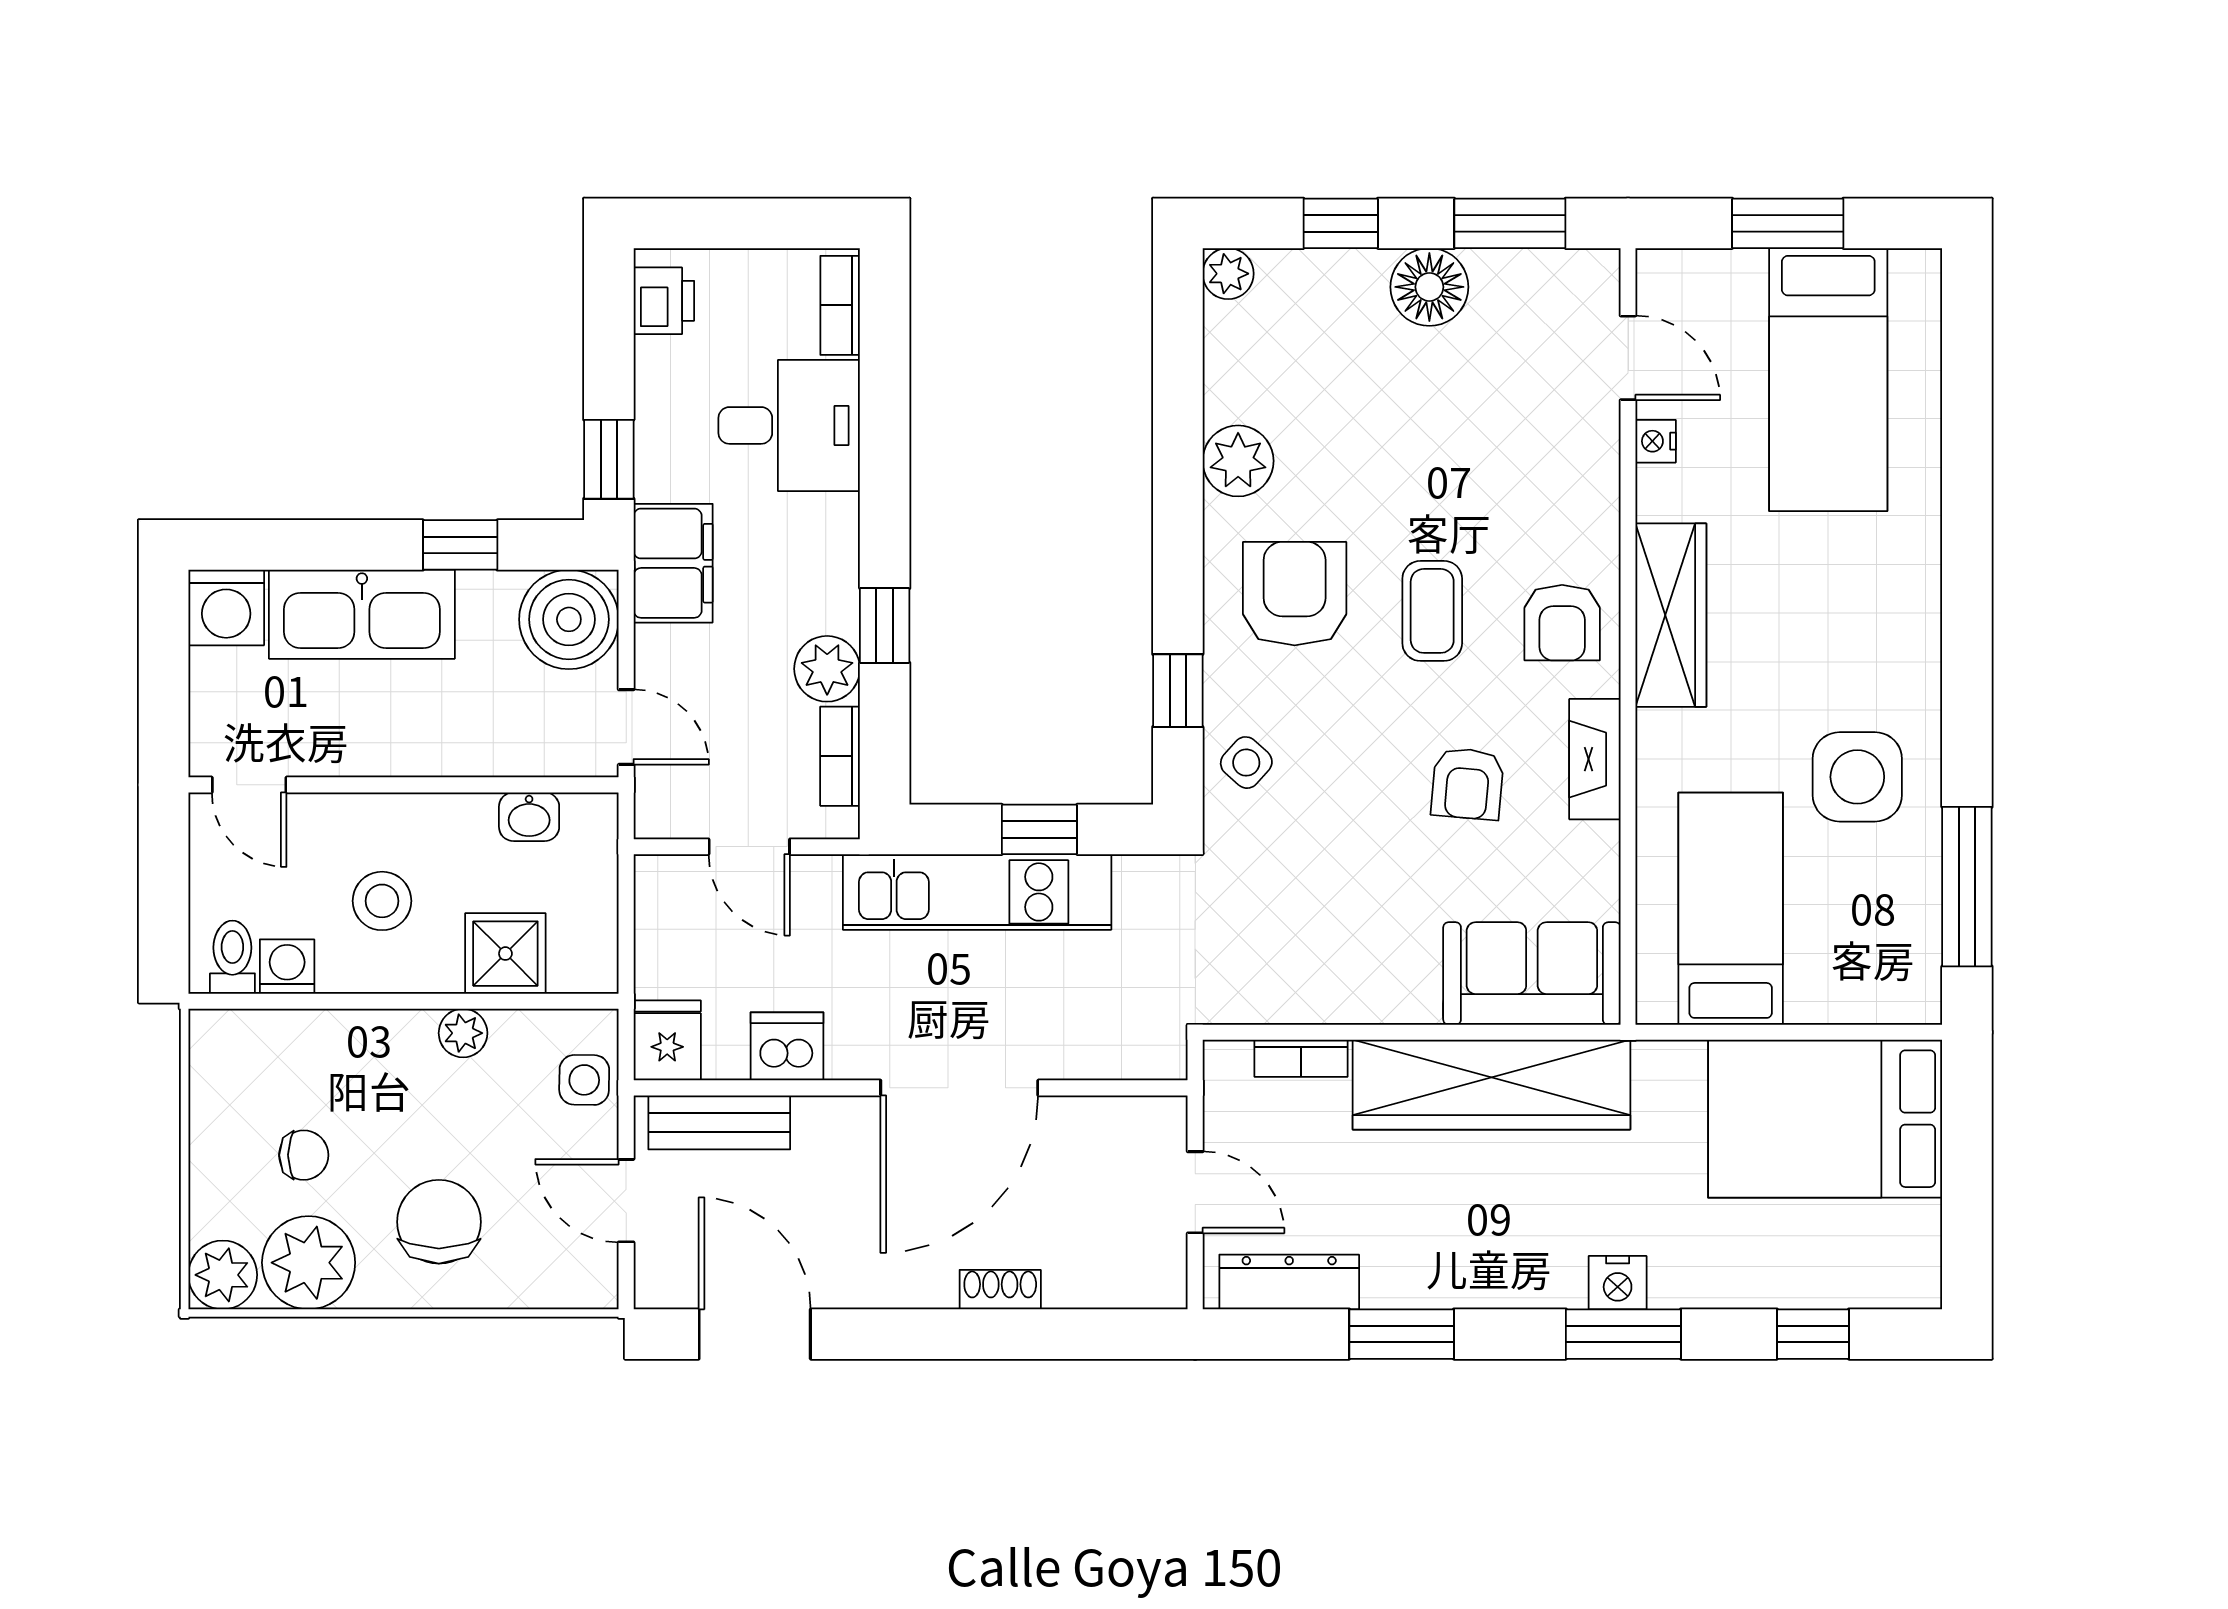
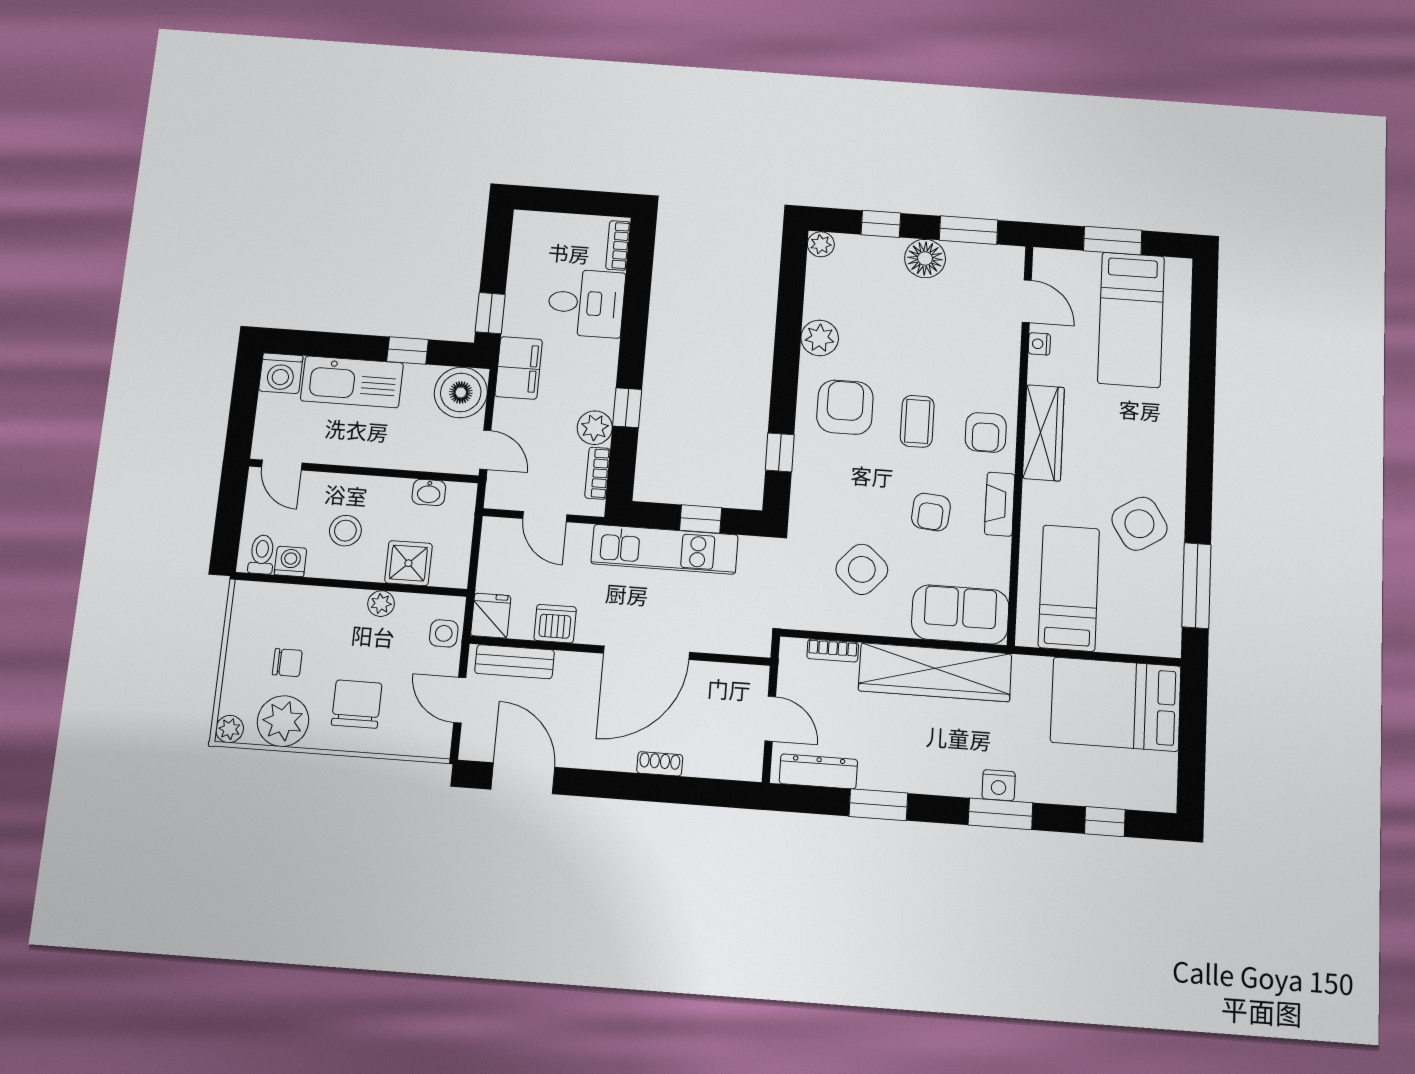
printer: (664, 301) -> (527, 237), removed
side table: (1246, 763) -> (862, 569), moved, width x1.87, depth x1.87
side table: (1857, 777) -> (1139, 524), turned -32
plant: (223, 1275) -> (230, 729), width x0.73, depth x0.73

